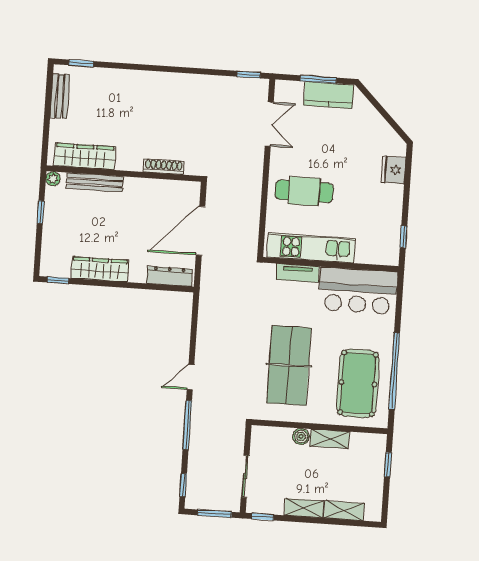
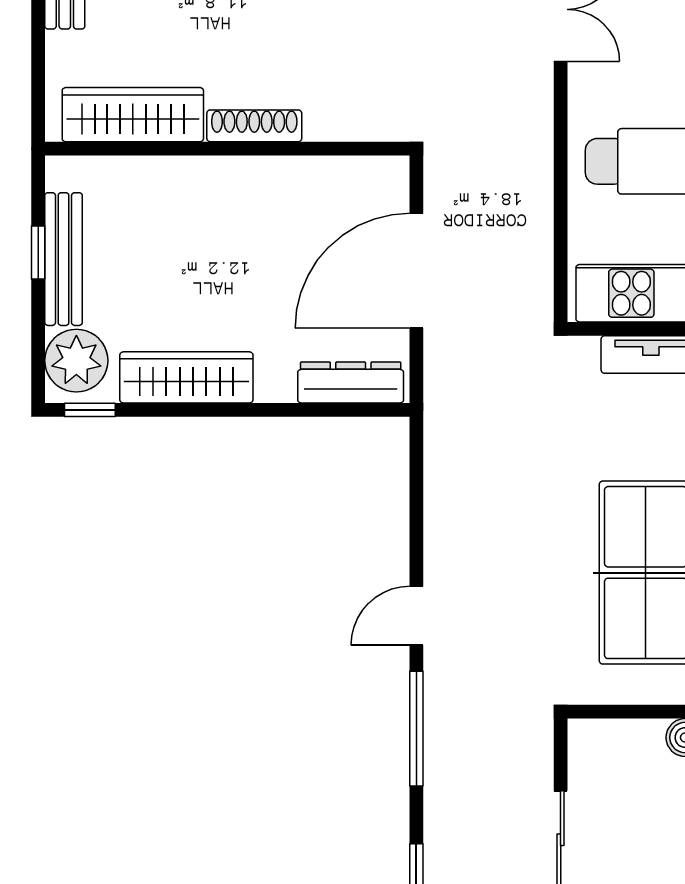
shoe rack: (164, 167) -> (254, 126), moved
plant: (53, 179) -> (76, 361), moved, width x1.88, depth x1.88
bench: (95, 182) -> (64, 259), moved, turned 90

